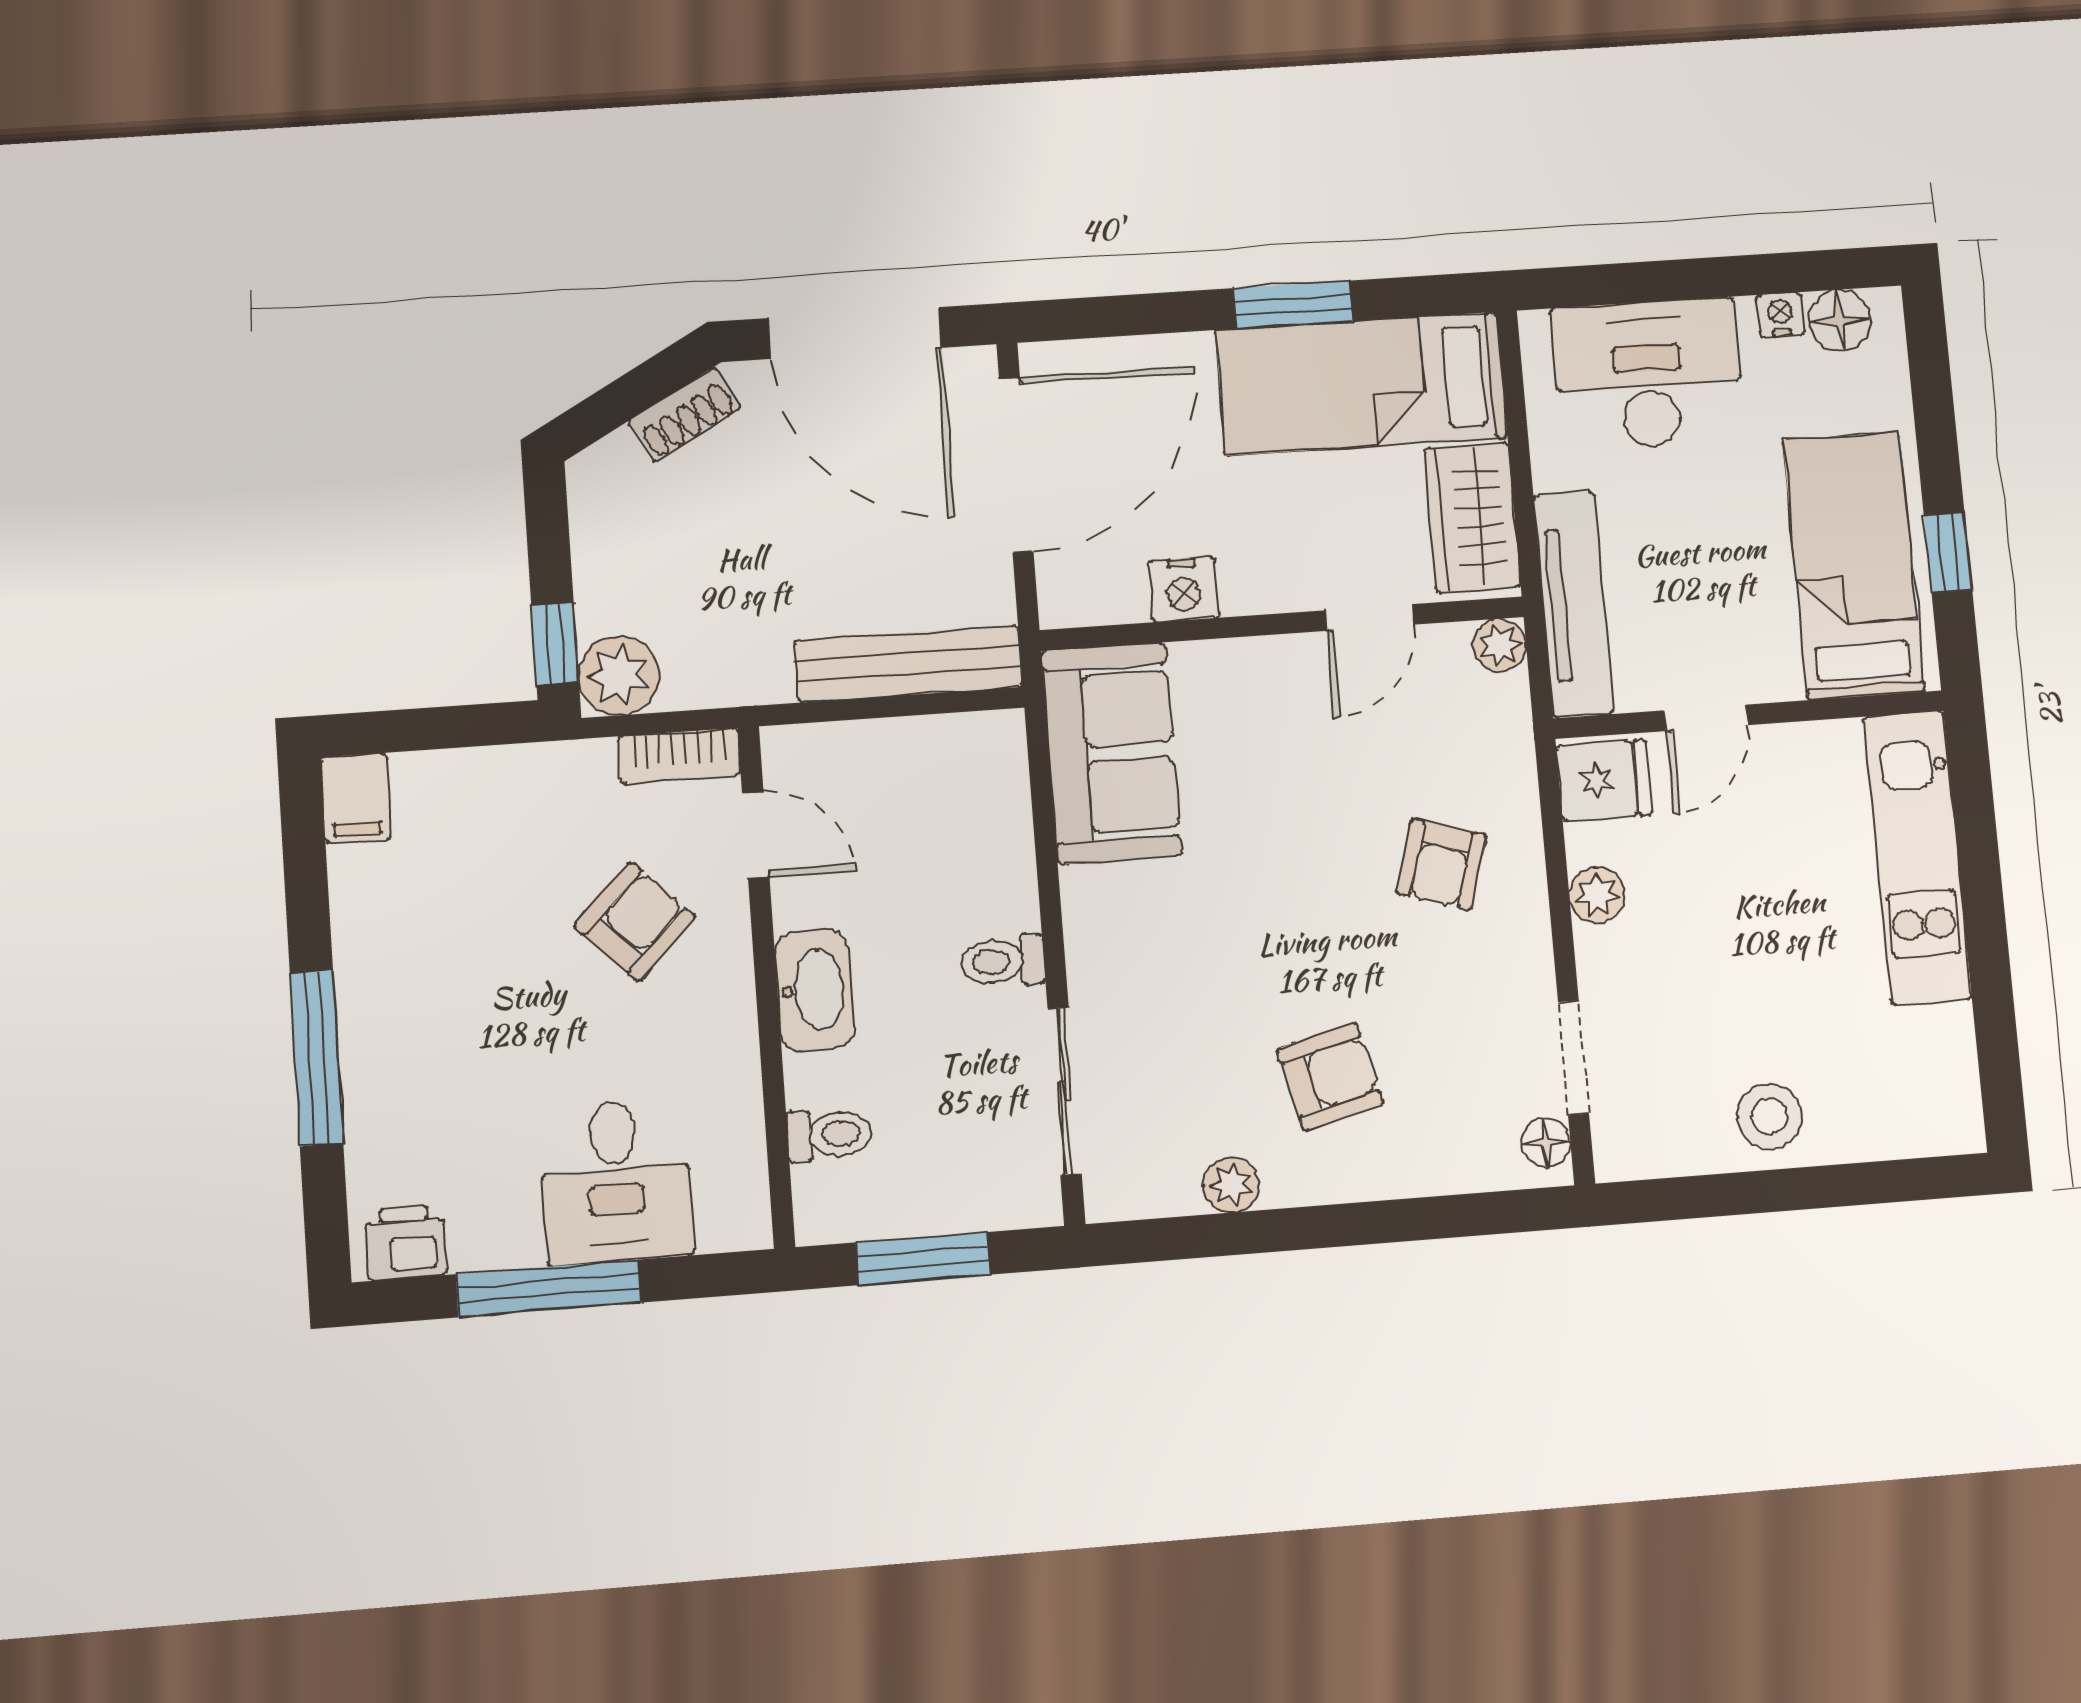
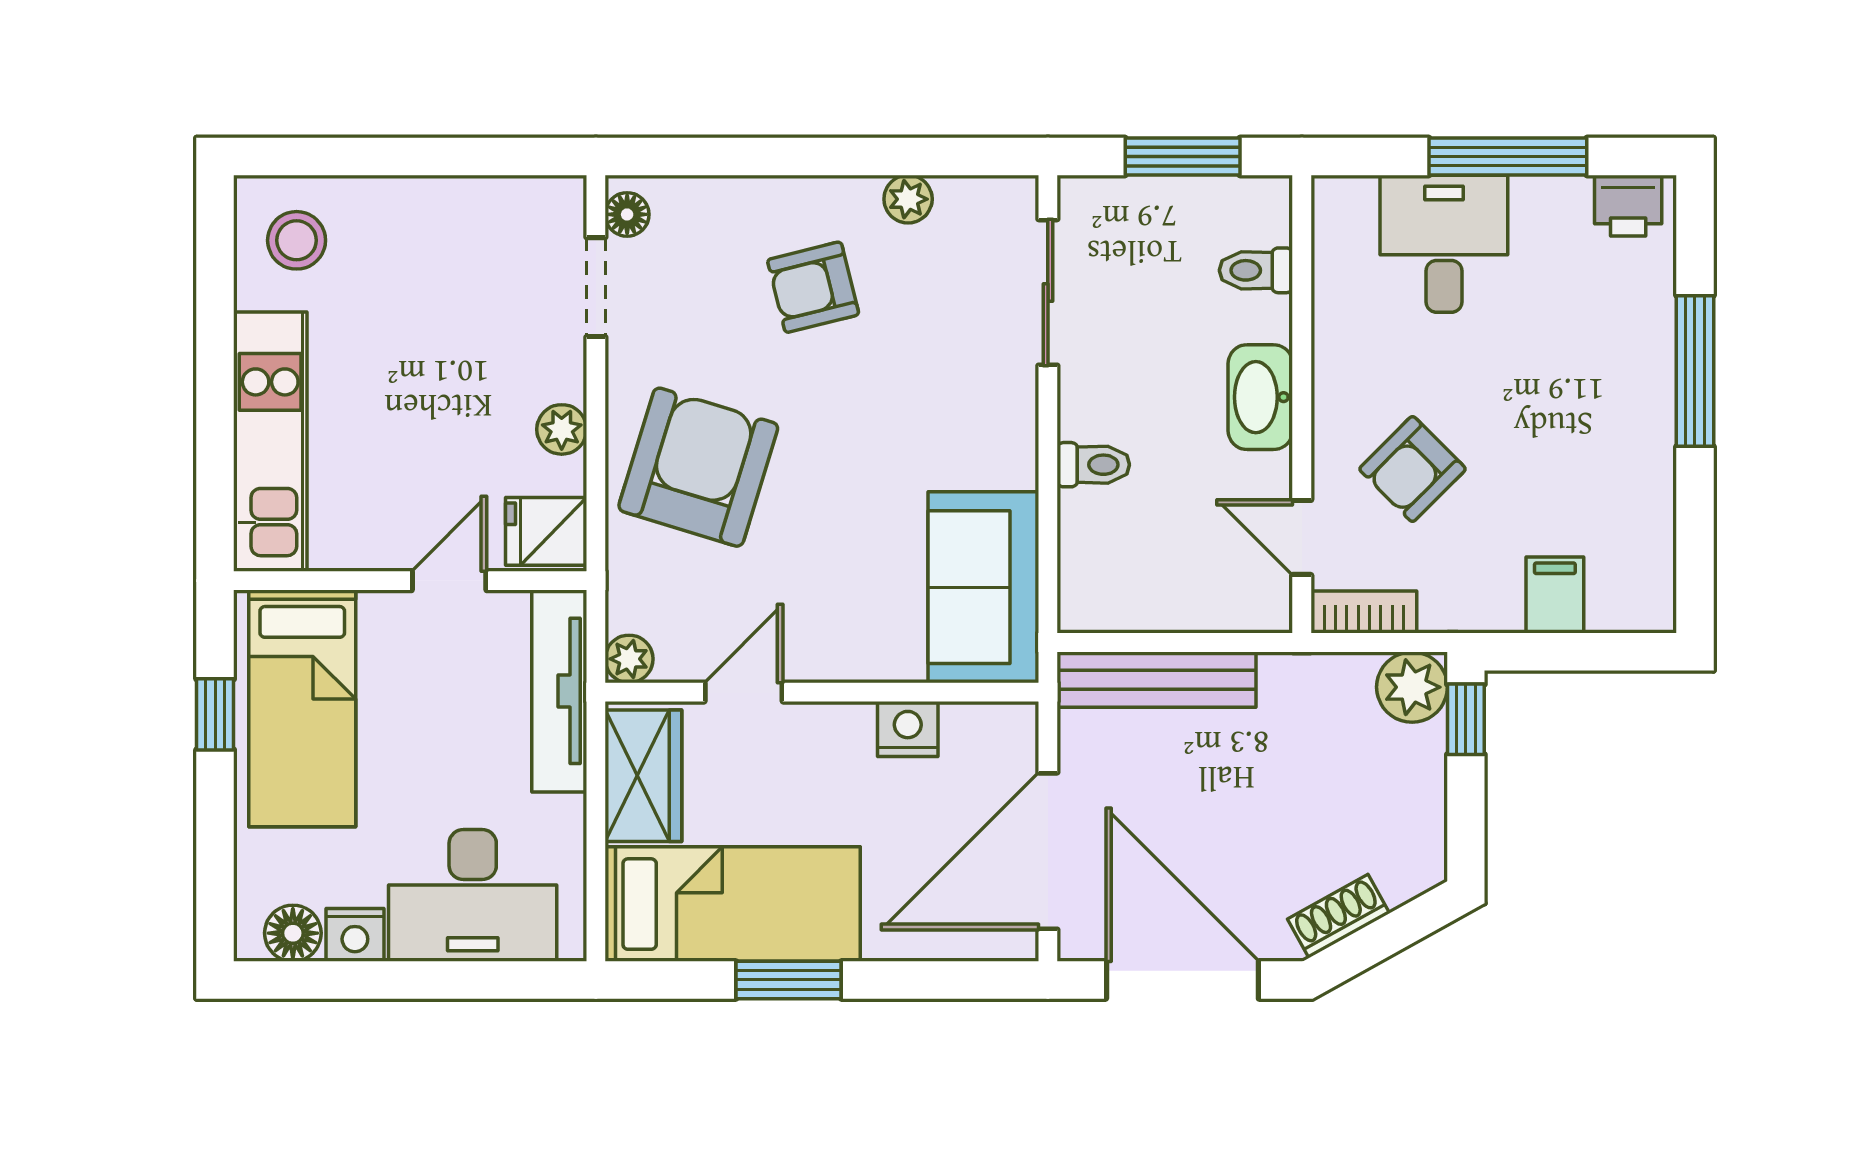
nightstand: (1780, 315) -> (355, 935), width x1.39, depth x1.35
filing cabinet: (356, 798) -> (1555, 595), moved
armchair: (1441, 864) -> (698, 467), width x1.88, depth x1.88
toilet: (1003, 961) -> (1093, 465), moved
stool: (1770, 1116) -> (297, 240), moved

